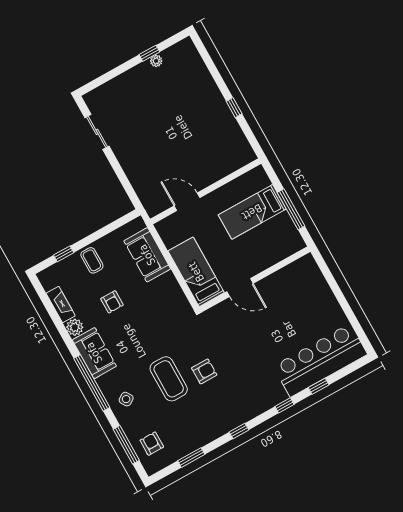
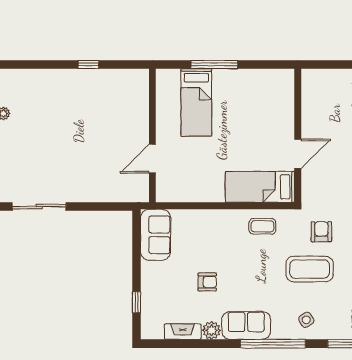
sliding door: (97, 132) -> (39, 207), width x1.37
sofa: (147, 255) -> (156, 235), moved, turned -90
coffee table: (92, 260) -> (262, 226), moved
bed: (196, 272) -> (260, 187), moved
wall: (255, 279) -> (298, 136), moved
door: (240, 287) -> (298, 154), moved

